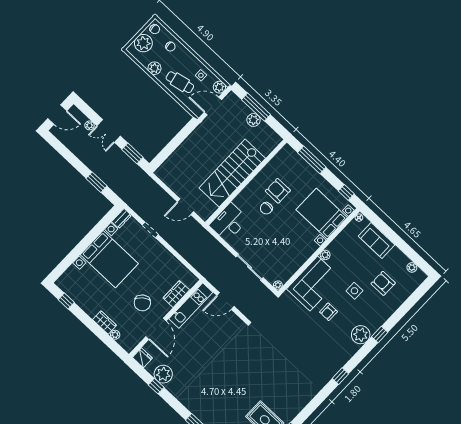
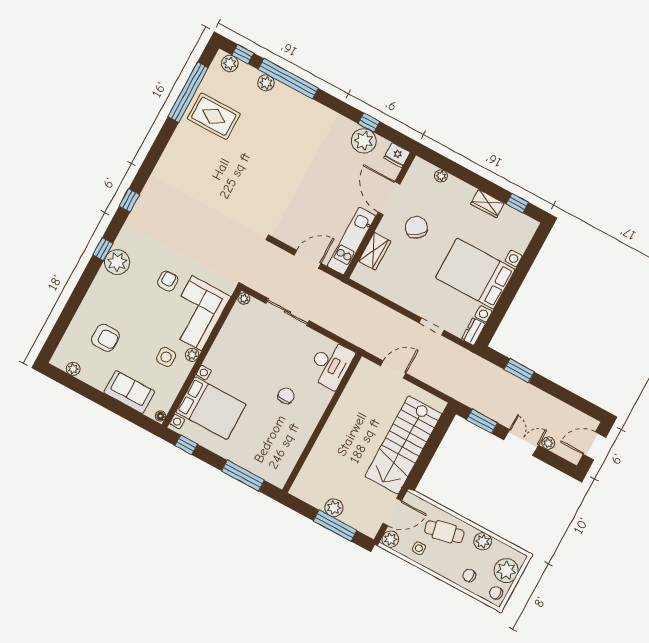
stairs: (232, 173) -> (403, 445), moved, turned 180
armchair: (278, 191) -> (277, 423), removed
side table: (354, 291) -> (166, 357), moved
wardrobe: (104, 322) -> (487, 204), moved
window: (380, 335) -> (103, 249), moved

